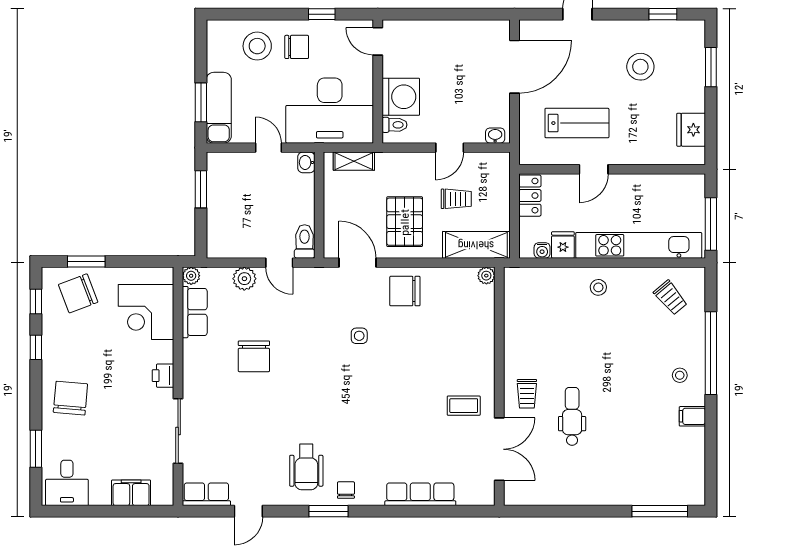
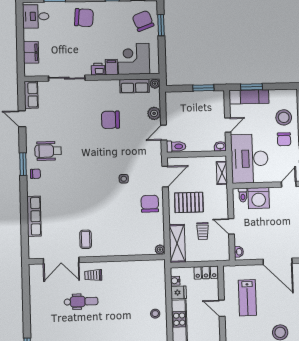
filing cabinet: (160, 352) -> (111, 67), added

